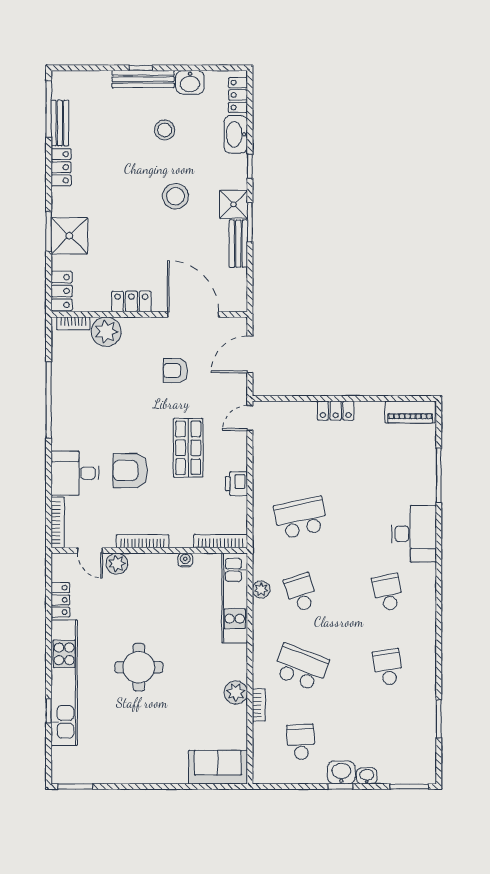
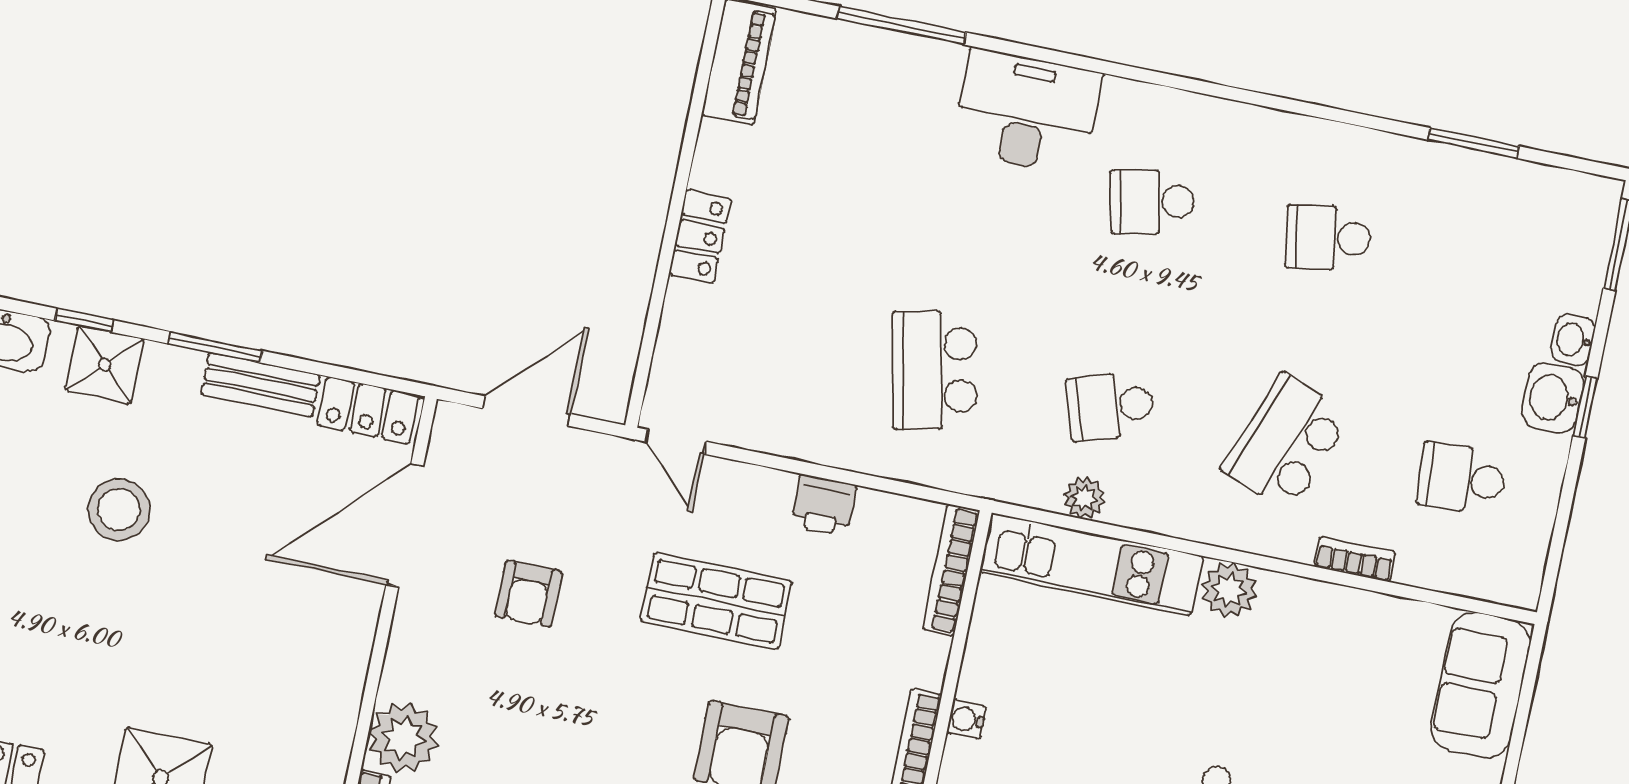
shower: (233, 204) -> (105, 365), moved
locker: (131, 301) -> (368, 410), moved, turned -90
door: (250, 354) -> (526, 411), swing flipped
water cooler: (185, 560) -> (966, 719), moved
plant: (236, 692) -> (1229, 590), moved

